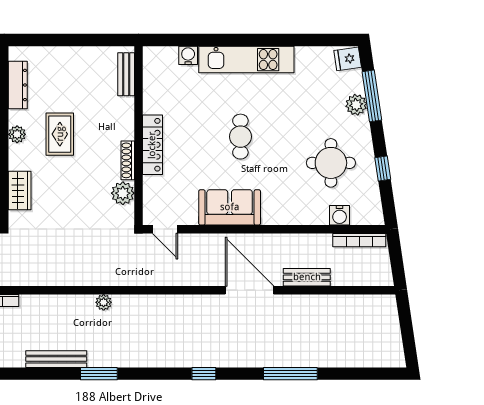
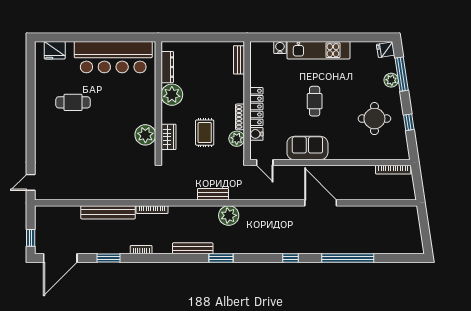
plant: (17, 134) -> (172, 95), width x1.87, depth x1.87
rug: (60, 134) -> (205, 133), moved
water cooler: (340, 215) -> (256, 134), moved, turned 90
bench: (307, 277) -> (213, 194), moved
plant: (104, 302) -> (229, 215), width x1.87, depth x1.87
window: (290, 374) -> (348, 258), width x1.46

